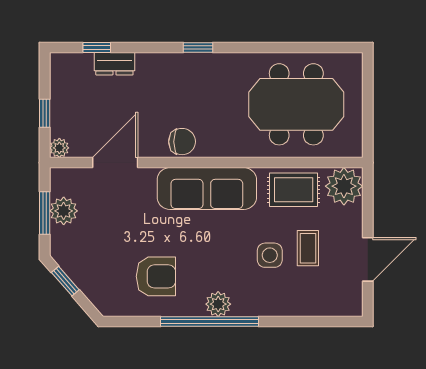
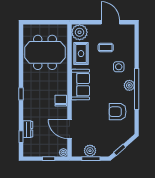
meeting table: (296, 104) -> (45, 52), turned 90
sofa: (207, 188) -> (80, 85), width x0.73
side table: (270, 255) -> (119, 67), moved
armchair: (156, 276) -> (118, 112), turned -90

